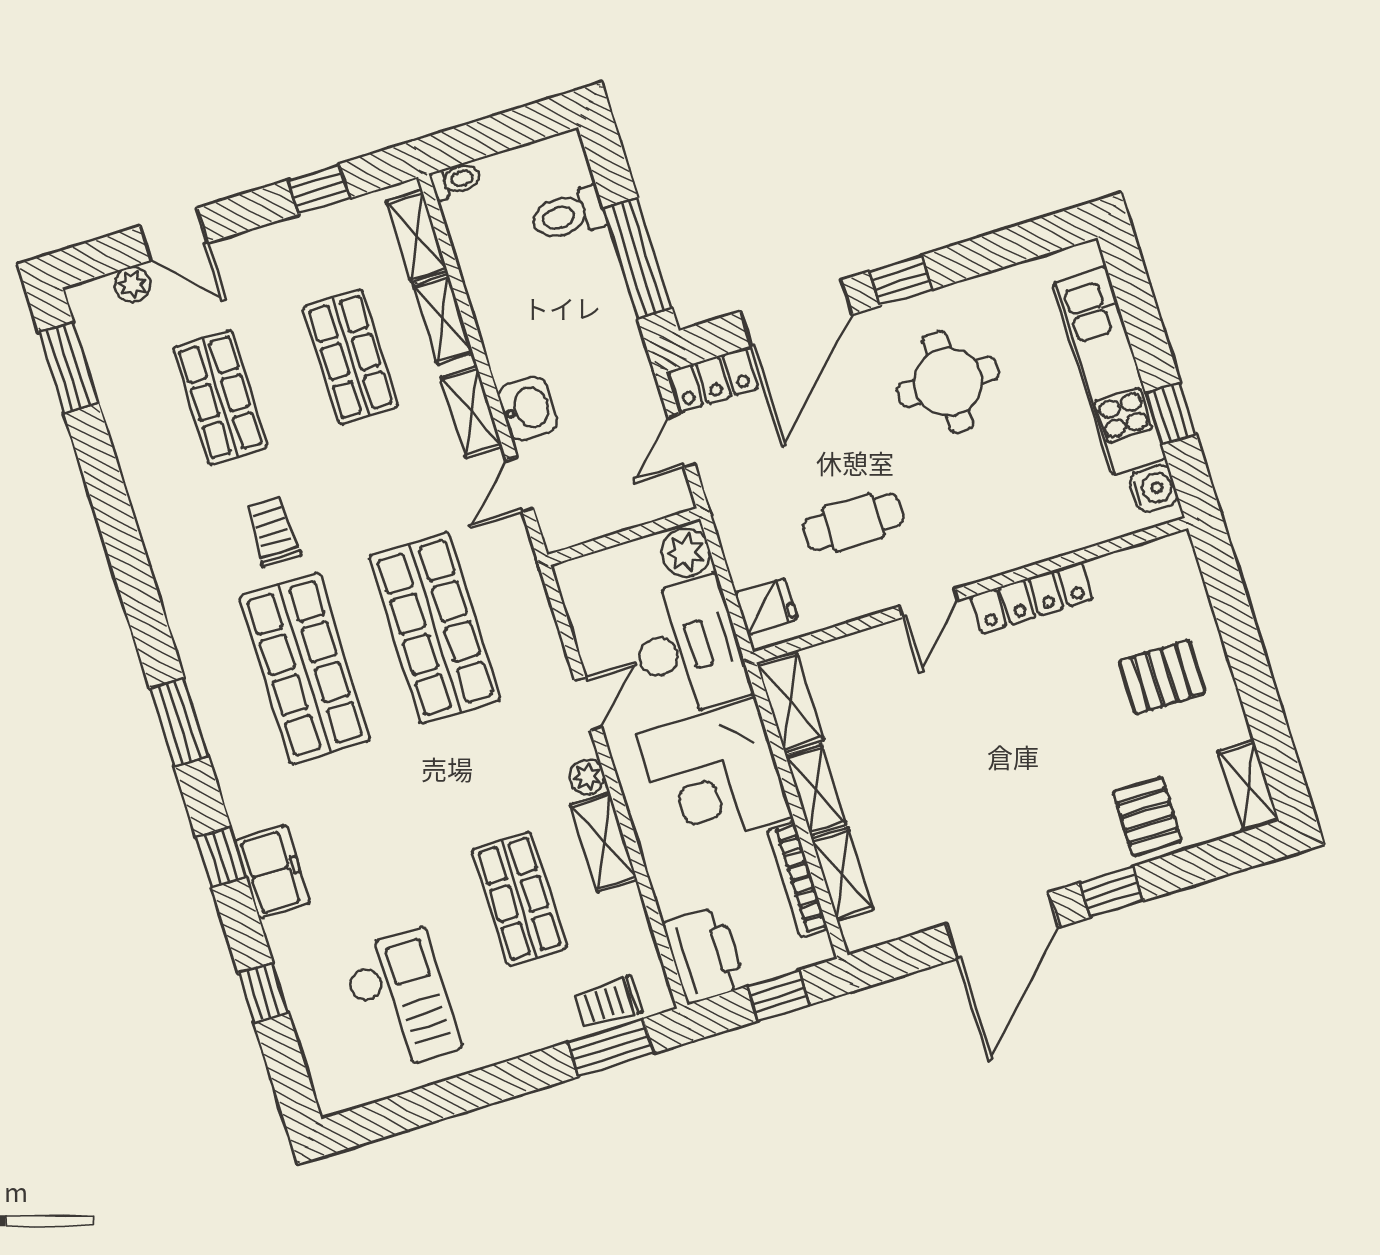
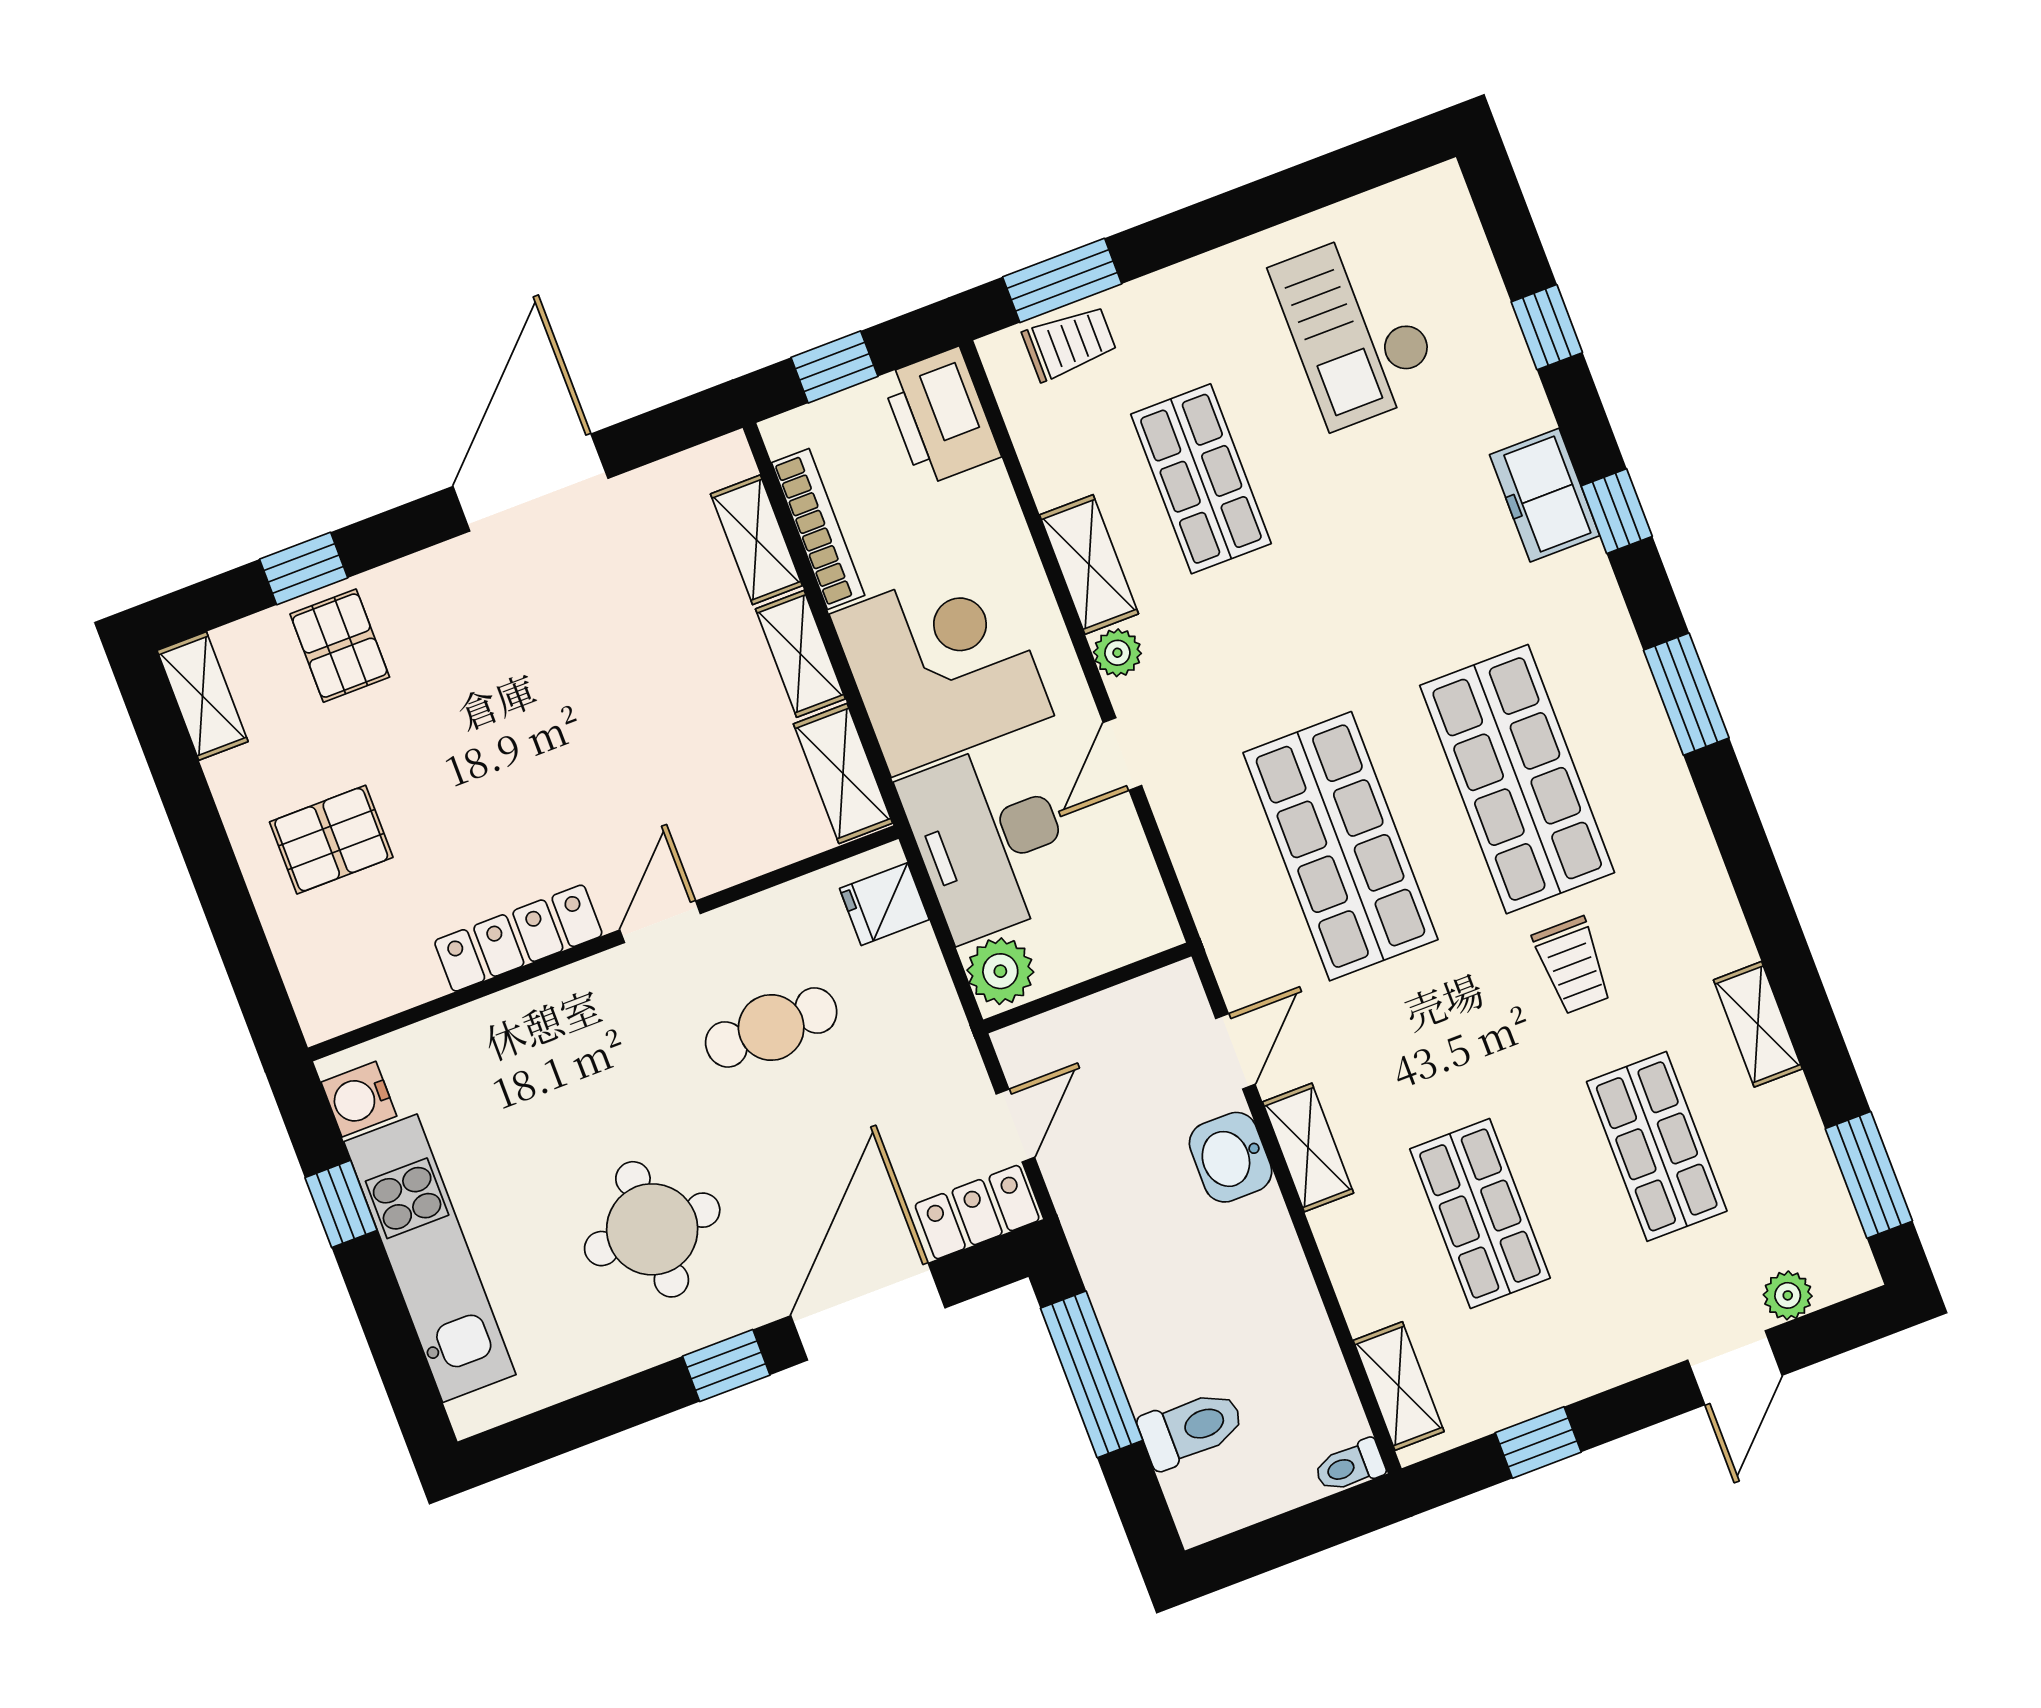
door: (174, 234) -> (1735, 1368), swing flipped
shelving: (443, 319) -> (1758, 1024), moved
window: (1111, 892) -> (304, 569), moved

